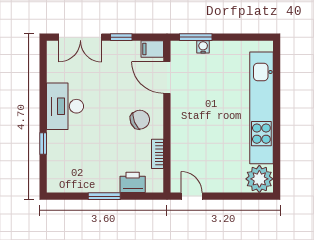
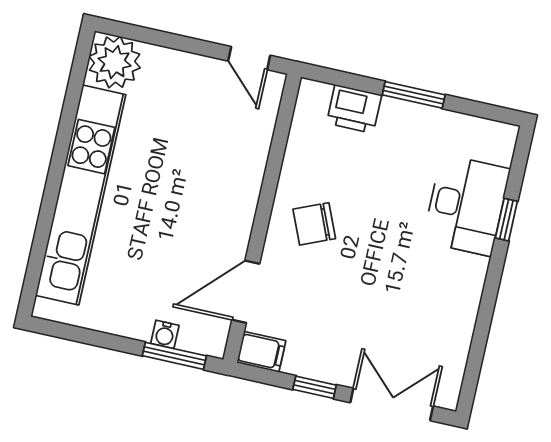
door: (167, 78) -> (246, 292), swing flipped
desk: (65, 106) -> (466, 205), moved
bookcase: (157, 154) -> (296, 152), removed

